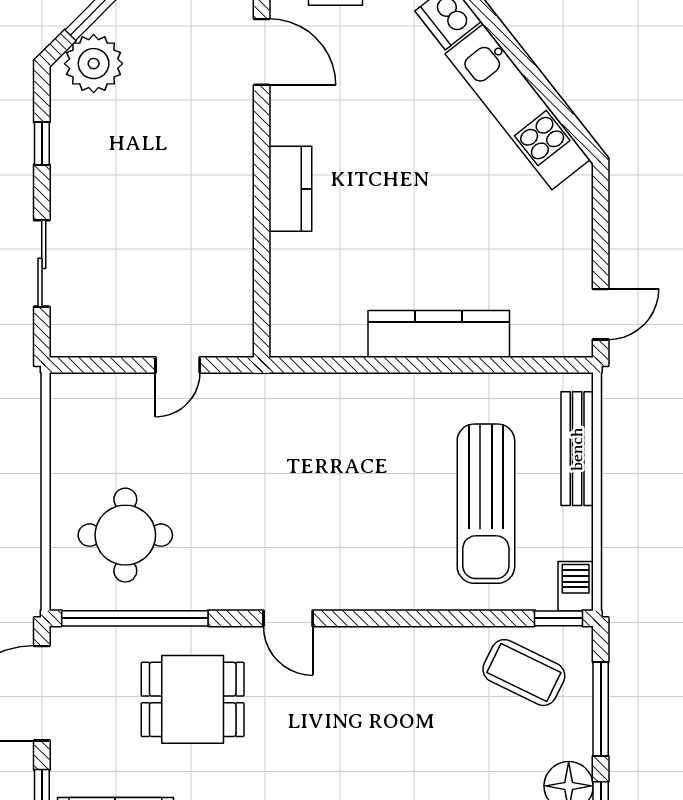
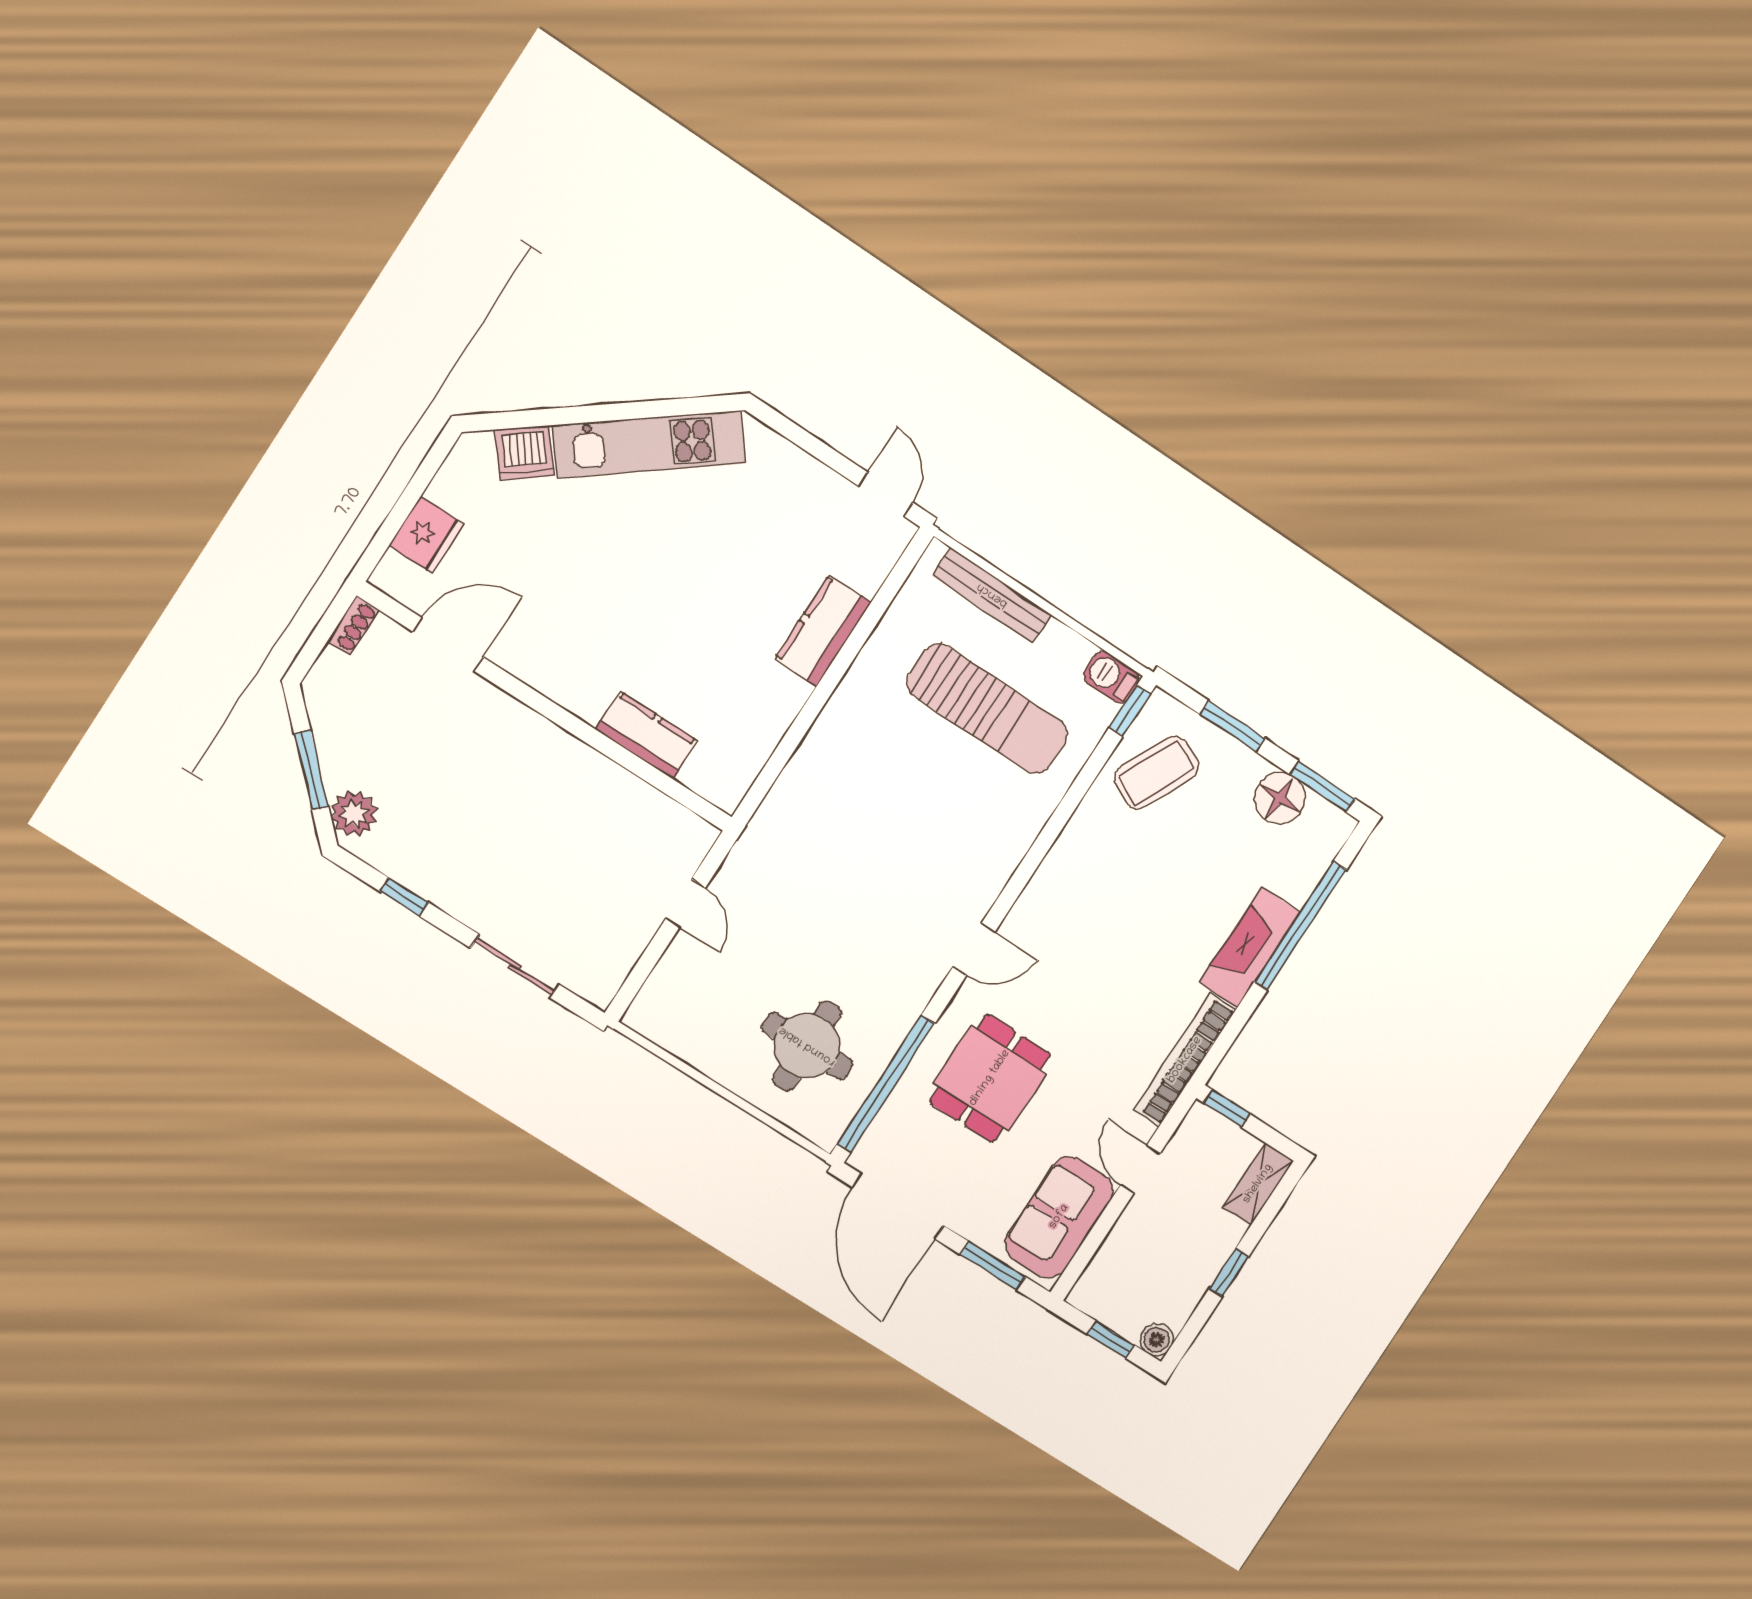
plant: (94, 64) -> (354, 814), width x0.73, depth x0.73
kitchen counter: (290, 189) -> (647, 735), moved
kitchen counter: (439, 334) -> (823, 631), width x0.67
window: (601, 709) -> (1232, 726), width x0.69

